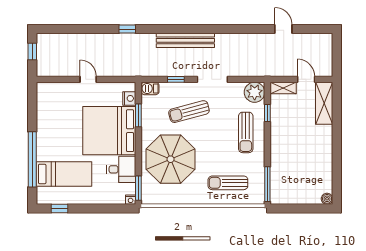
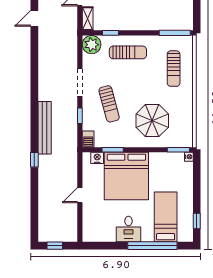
bench: (185, 40) -> (45, 128), moved
parasol: (171, 159) -> (152, 121), width x0.73, depth x0.73
desk: (121, 169) -> (128, 229), moved, turned 180

